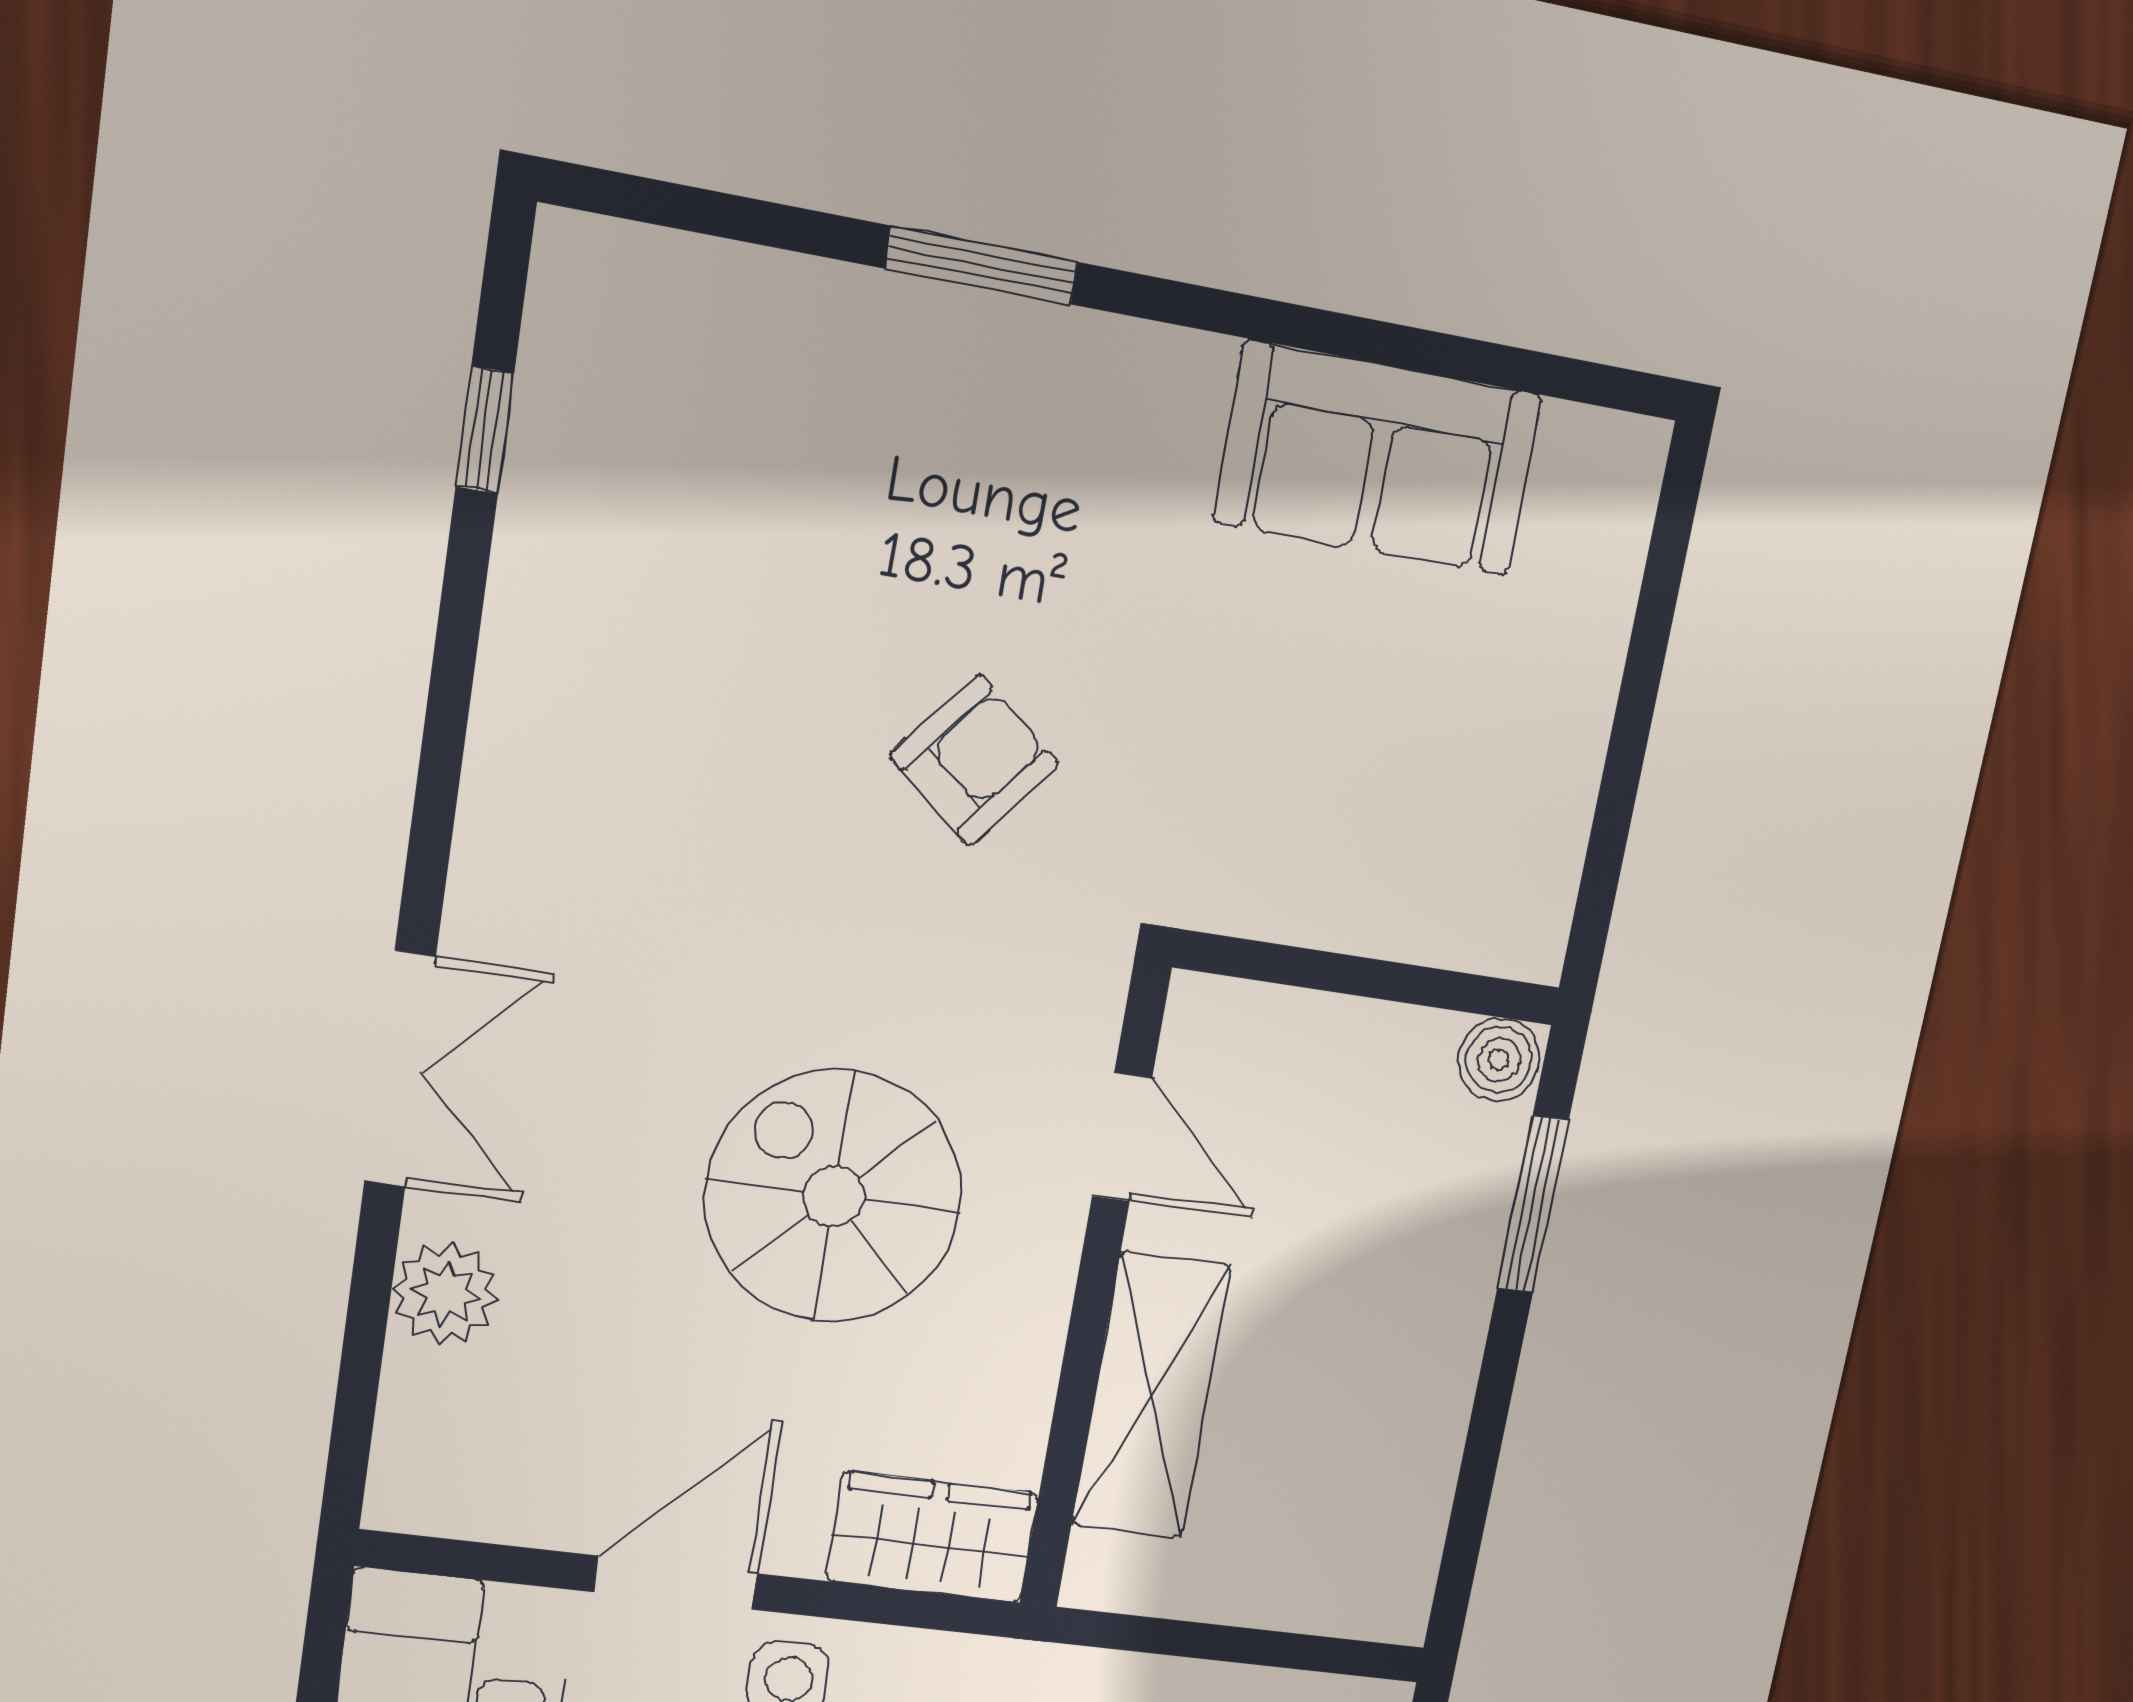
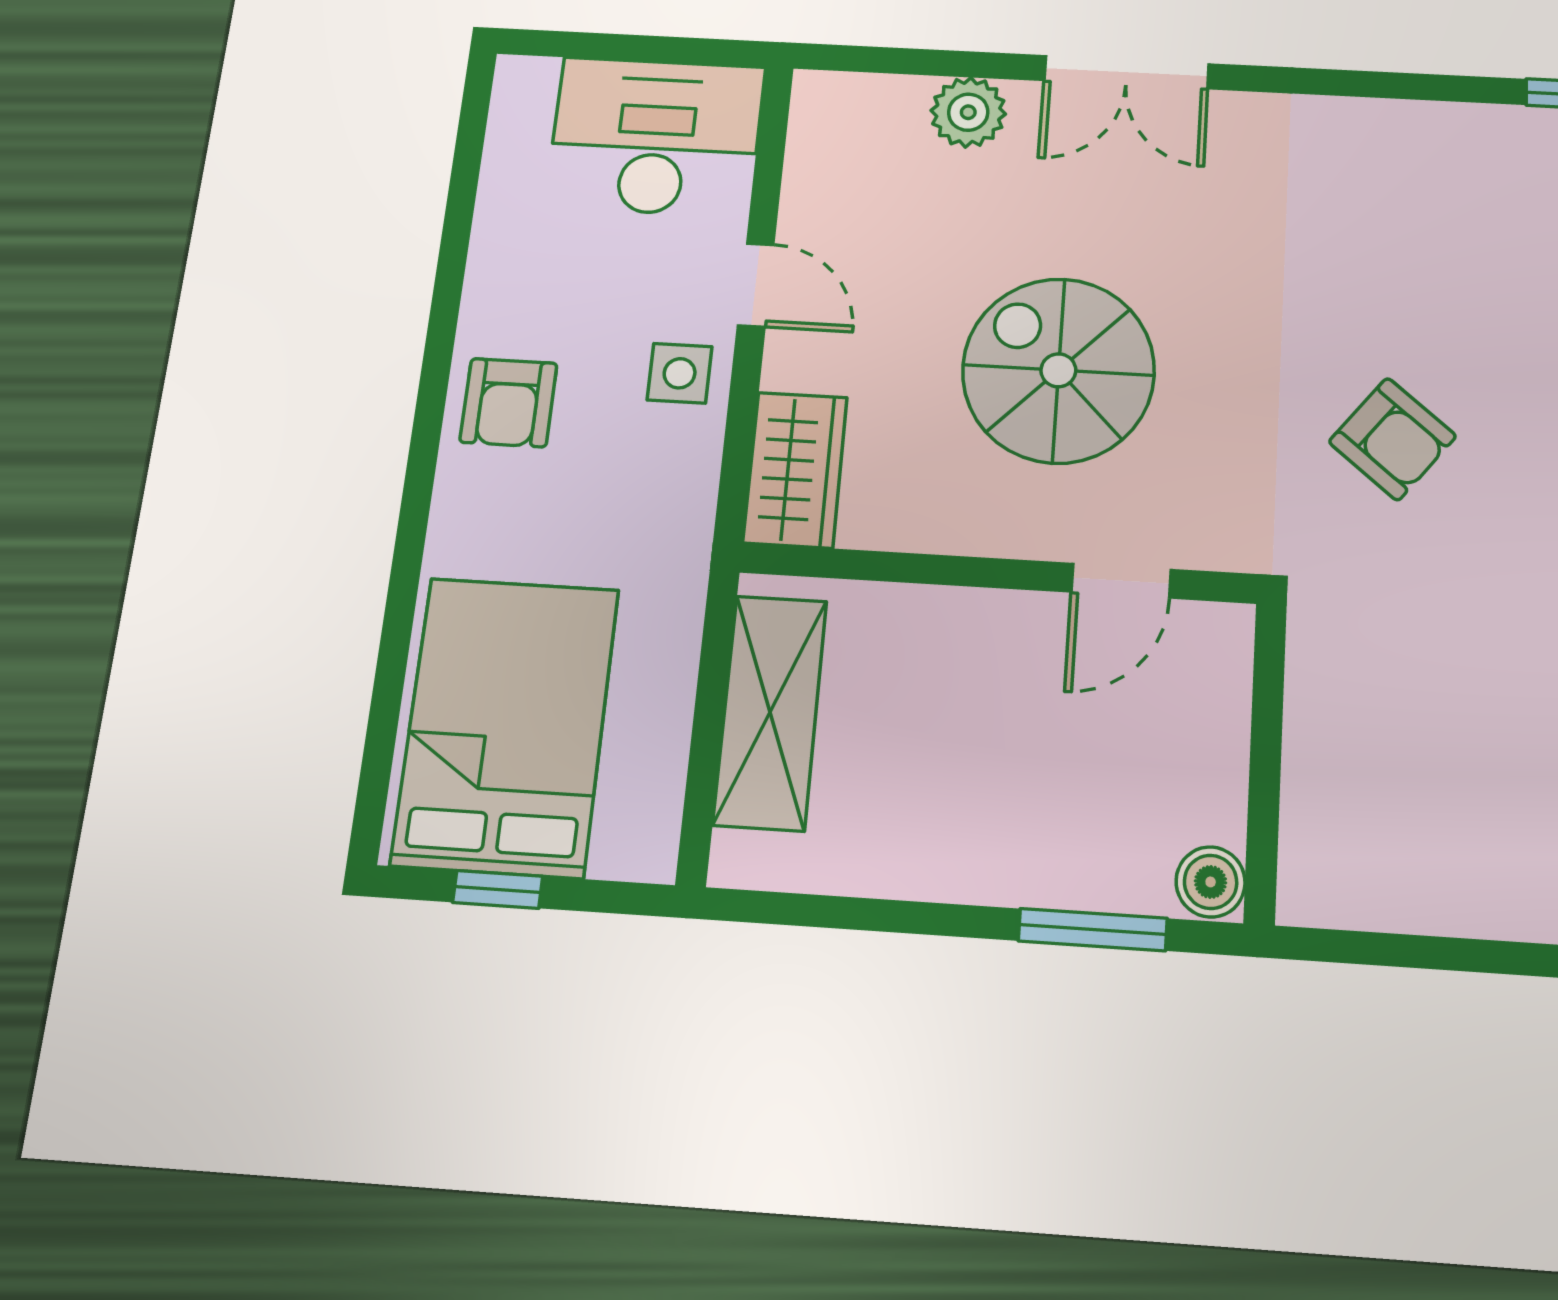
spiral stairs: (833, 1196) -> (1058, 370), turned -90
shelving: (1151, 1396) -> (770, 712), moved, turned 90
door: (675, 1583) -> (756, 285), width x0.73

